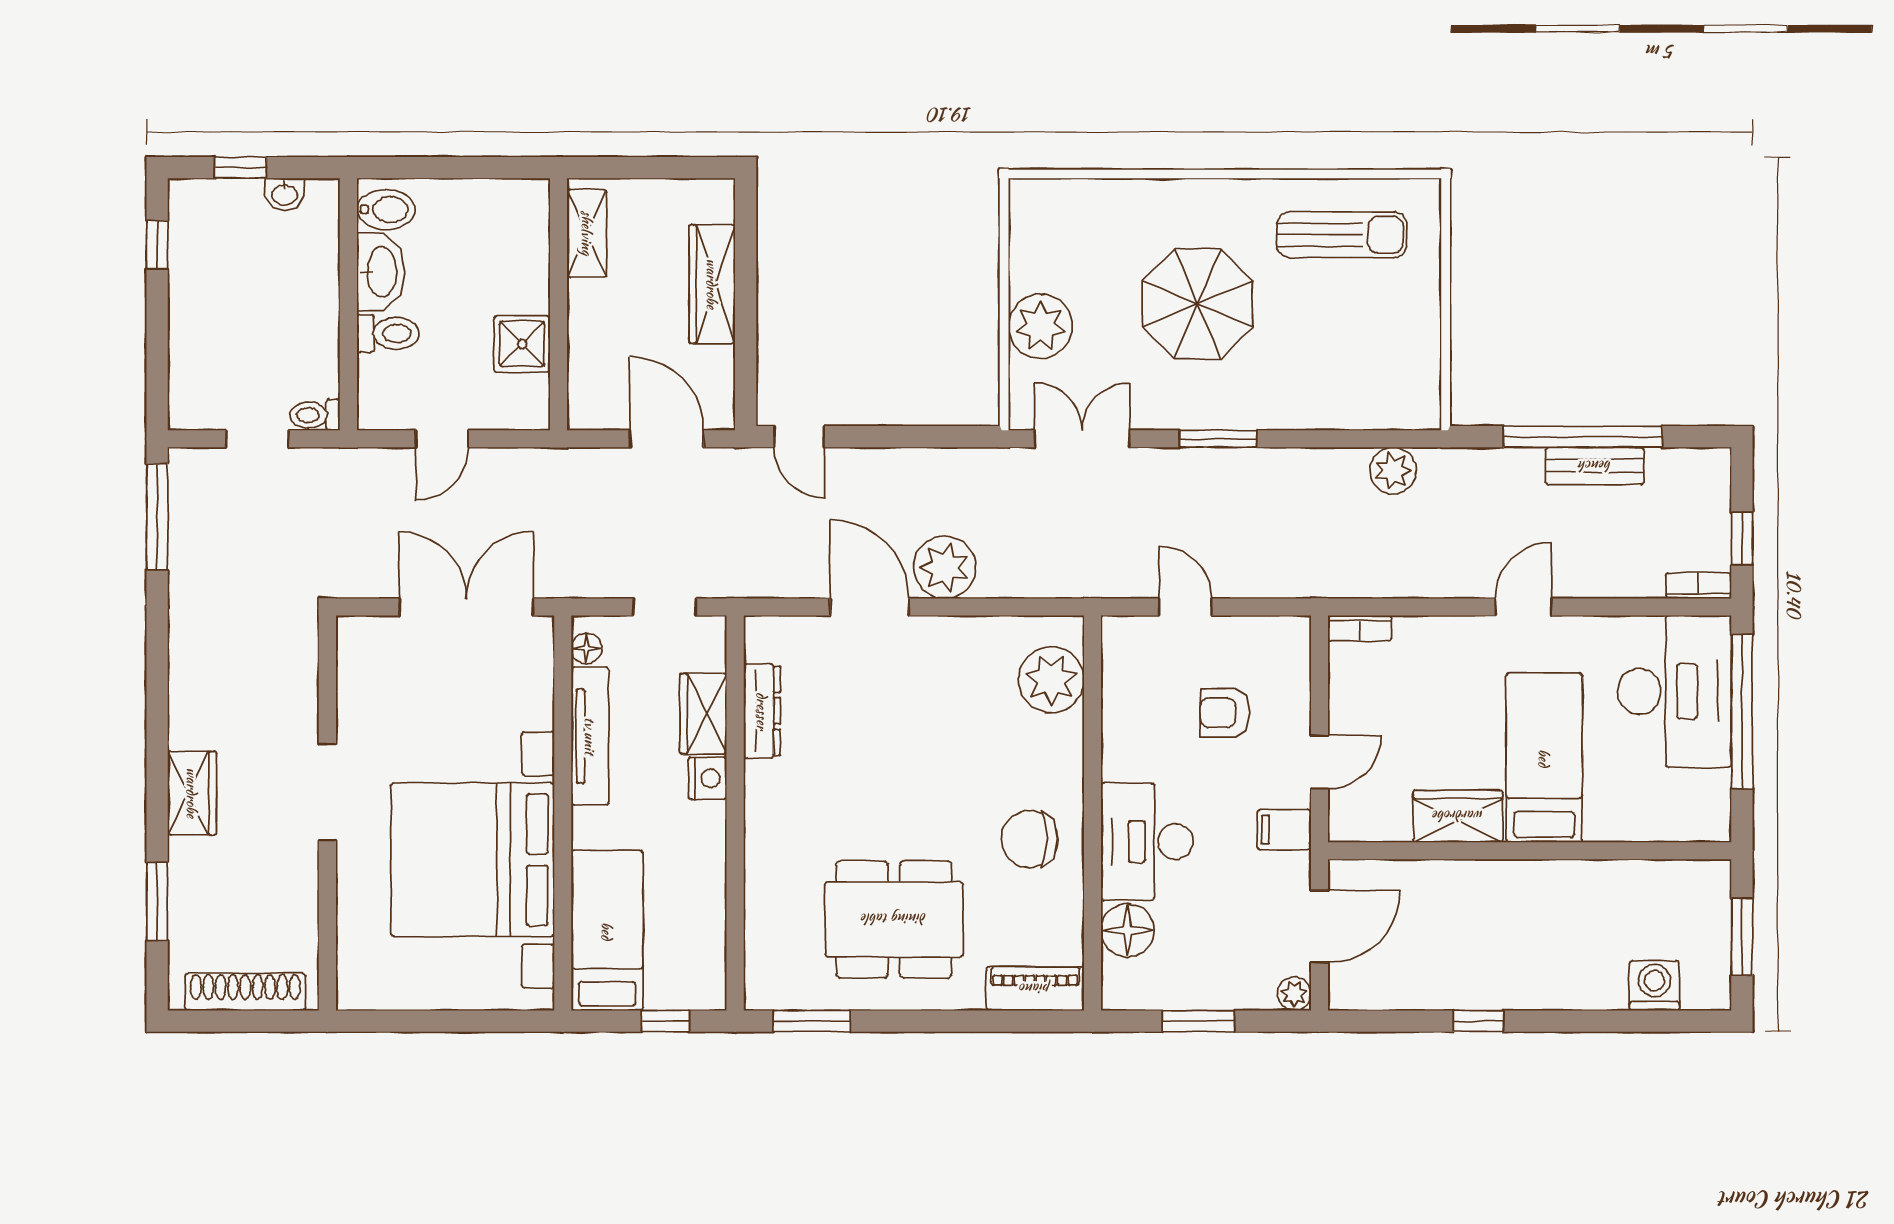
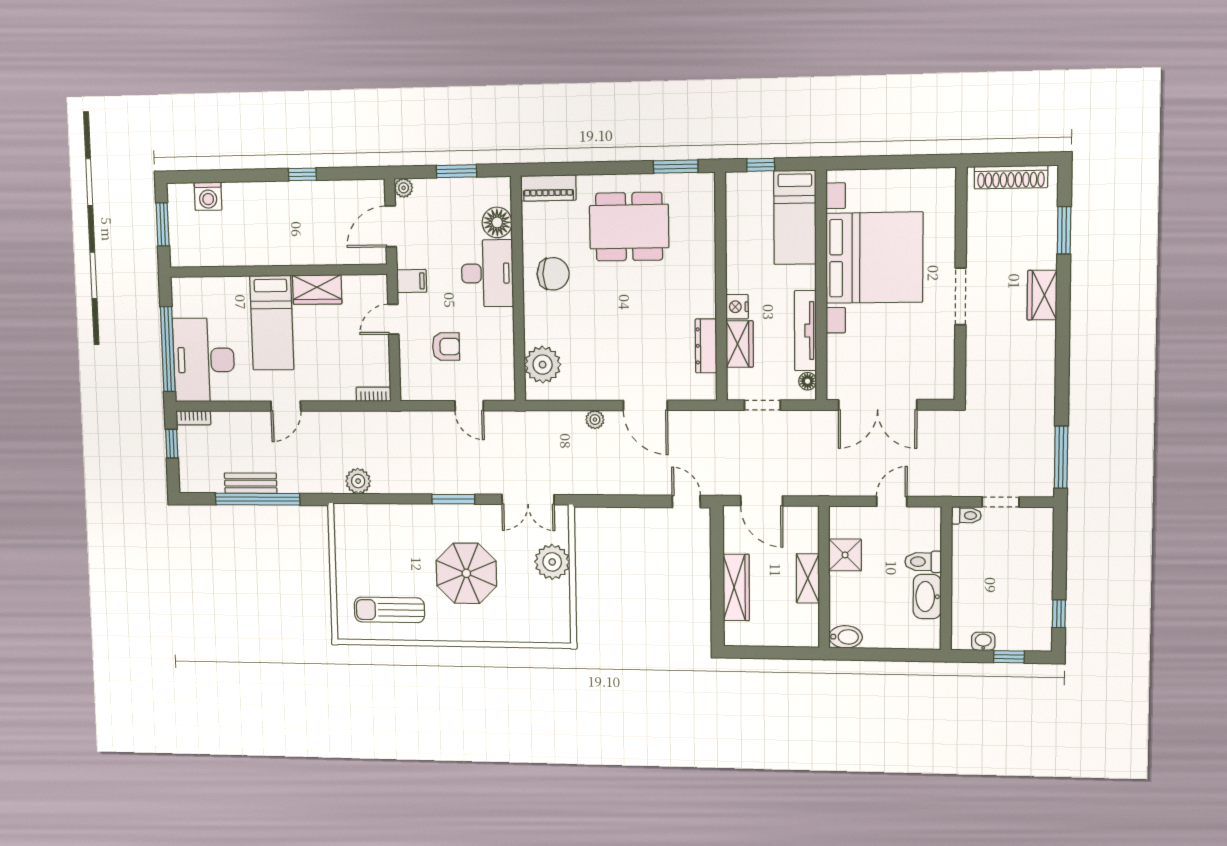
bidet: (386, 210) -> (846, 637), moved, turned 180
shelving: (587, 233) -> (808, 578), moved
plant: (945, 567) -> (595, 420), width x0.53, depth x0.53

